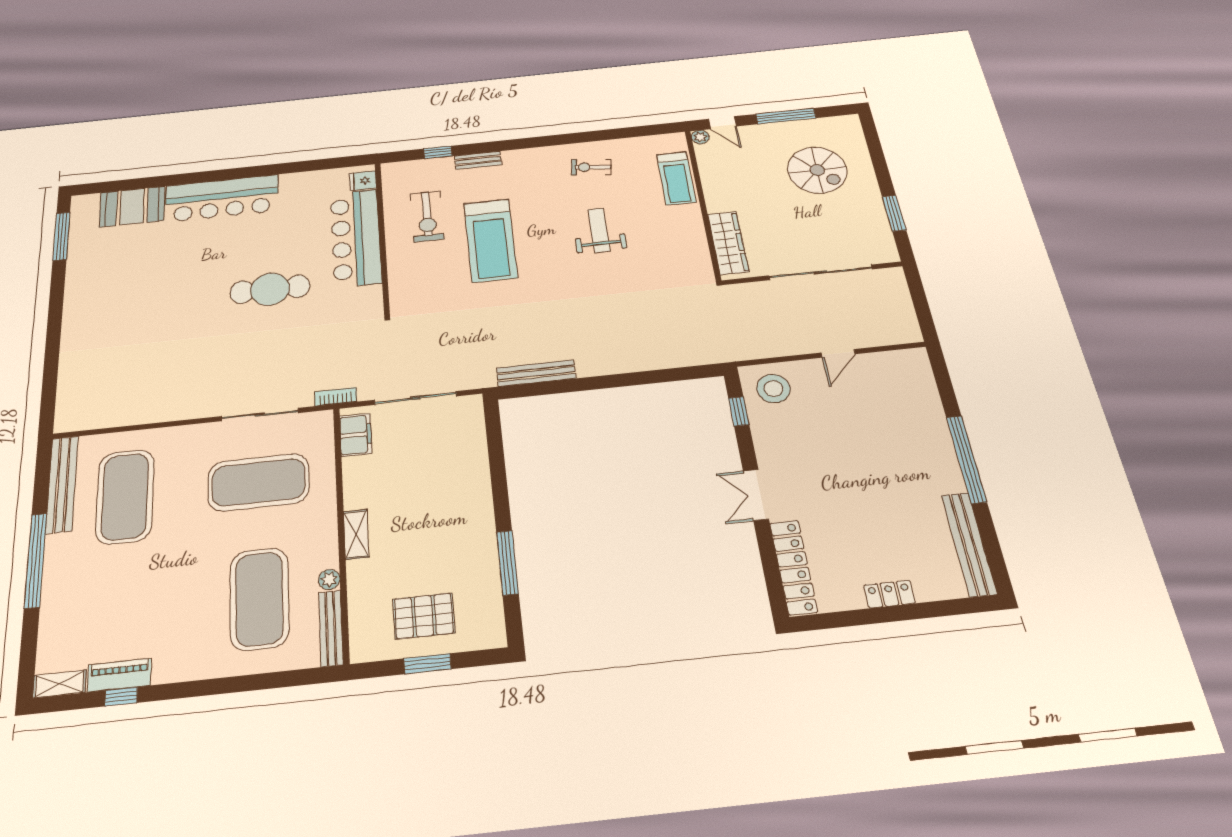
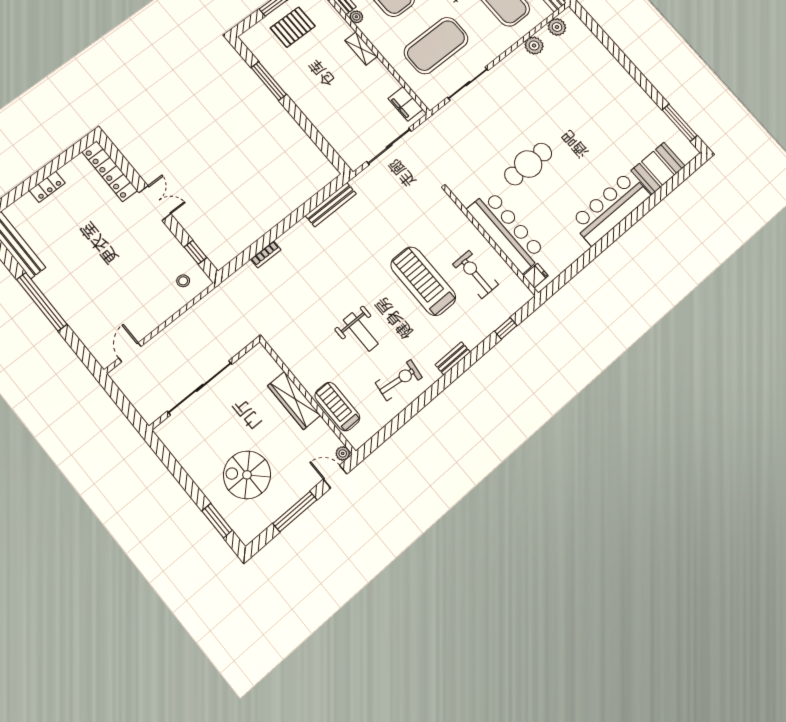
bench: (478, 160) -> (453, 358), moved
exercise bike: (591, 167) -> (399, 380), width x1.38, depth x1.39
window: (894, 213) -> (217, 521), moved
wardrobe: (728, 243) -> (294, 401), moved
door: (838, 353) -> (130, 352), moved
stool: (773, 389) -> (183, 281), width x0.53, depth x0.53
bookcase: (336, 397) -> (266, 254), moved
plant: (140, 412) -> (534, 46), added
plant: (92, 417) -> (557, 27), added

